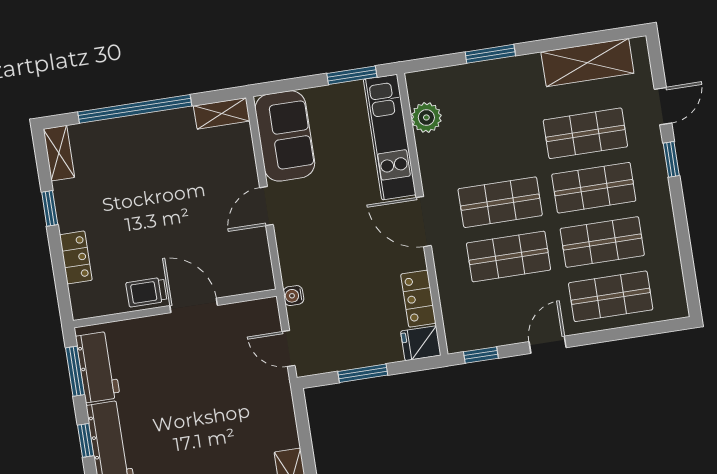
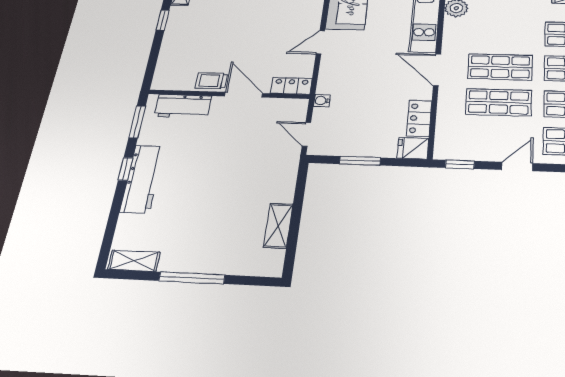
locker: (76, 257) -> (291, 86), moved, turned -90
workbench: (98, 367) -> (183, 106), moved, turned 90

